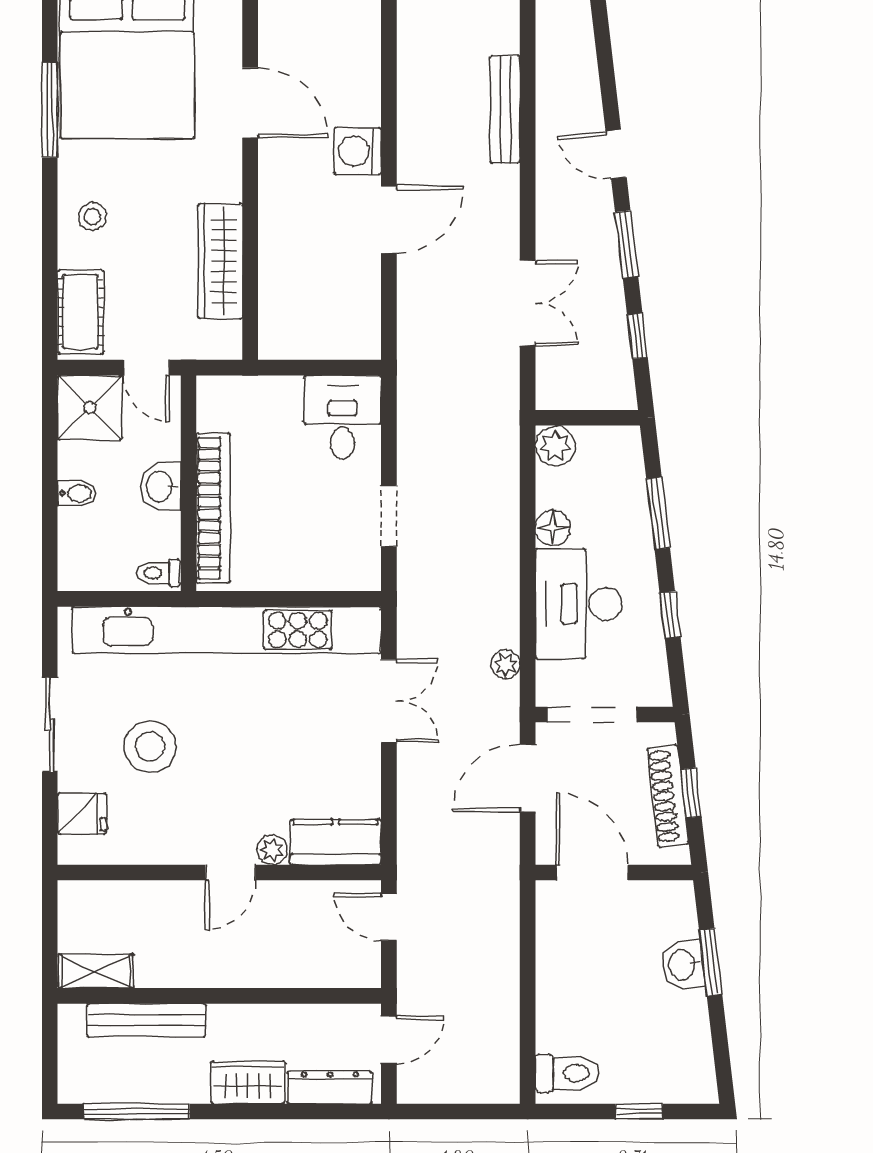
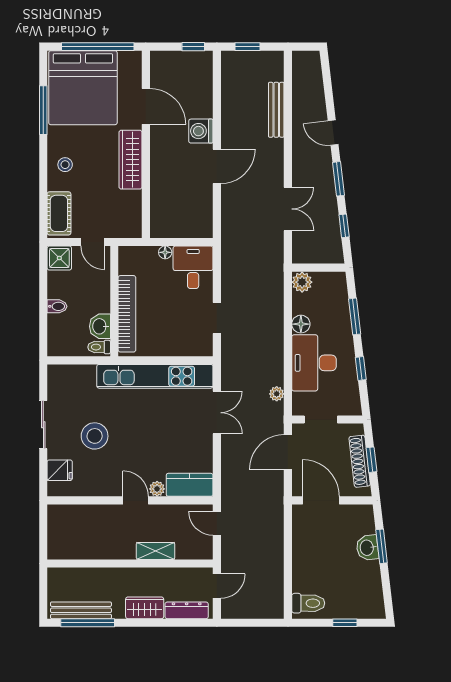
wardrobe: (220, 261) -> (130, 160), moved
floor lamp: (288, 388) -> (165, 252), added
shower: (90, 408) -> (59, 258), width x0.73, depth x0.73
washbasin: (160, 487) -> (100, 326), moved
kitchen unit: (227, 630) -> (155, 376), width x0.73
doorway: (592, 714) -> (321, 420), width x0.73
door: (230, 873) -> (136, 500), swing flipped
shelving: (96, 971) -> (156, 551), moved
bench: (146, 1020) -> (81, 610), moved

